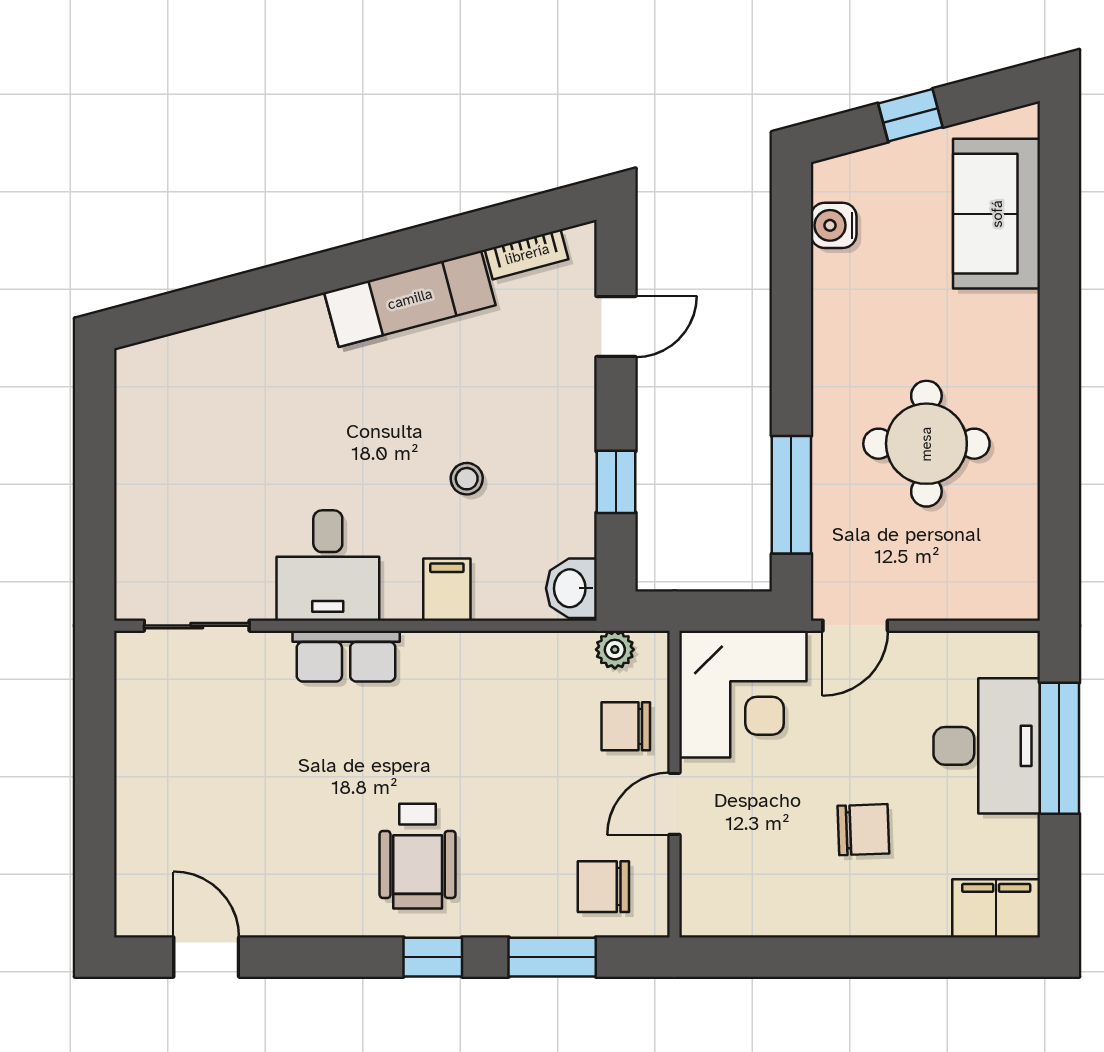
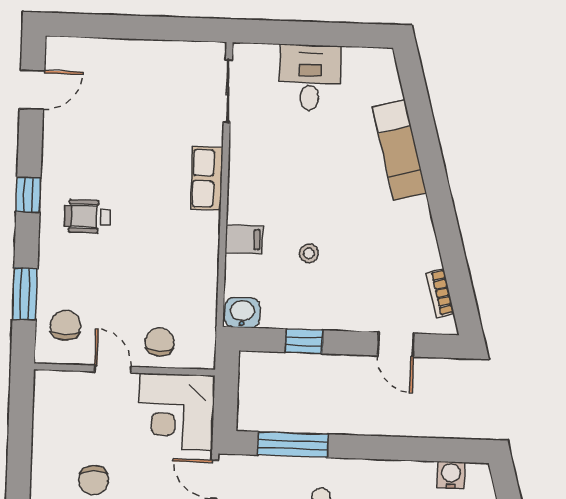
exam couch: (410, 299) -> (399, 150), moved
desk: (328, 565) -> (310, 78), moved, turned 90
plant: (615, 650) -> (205, 337), removed
wheelchair: (418, 856) -> (87, 216), width x0.73, depth x0.73
window: (433, 957) -> (28, 195), moved

